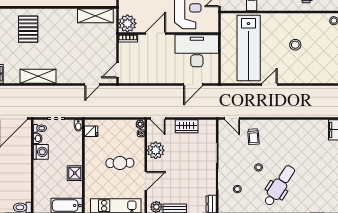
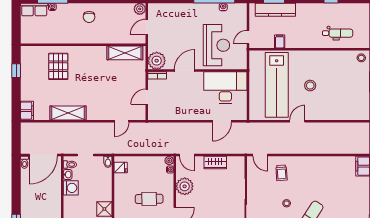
stool: (295, 45) -> (310, 86), moved
door: (117, 70) -> (147, 97), moved

